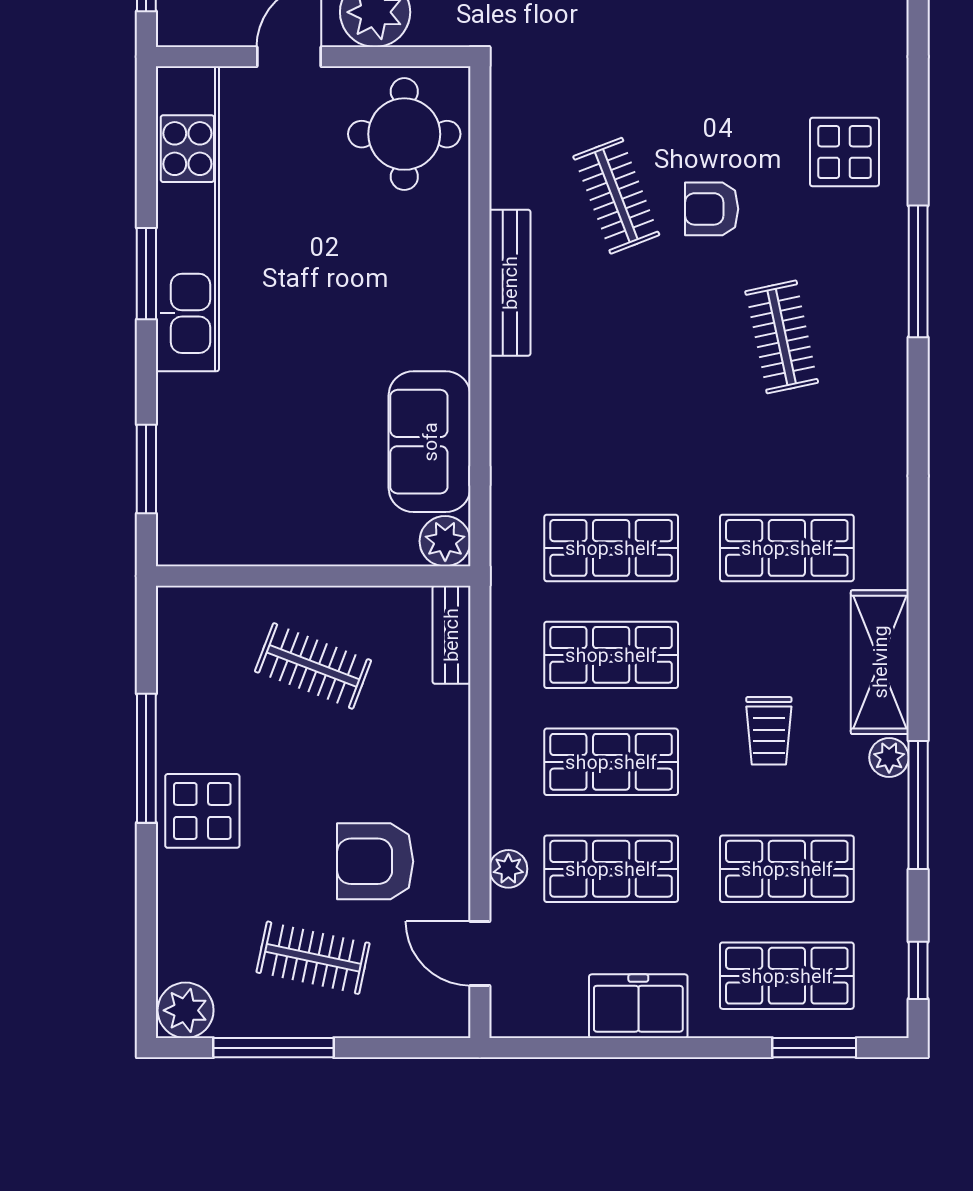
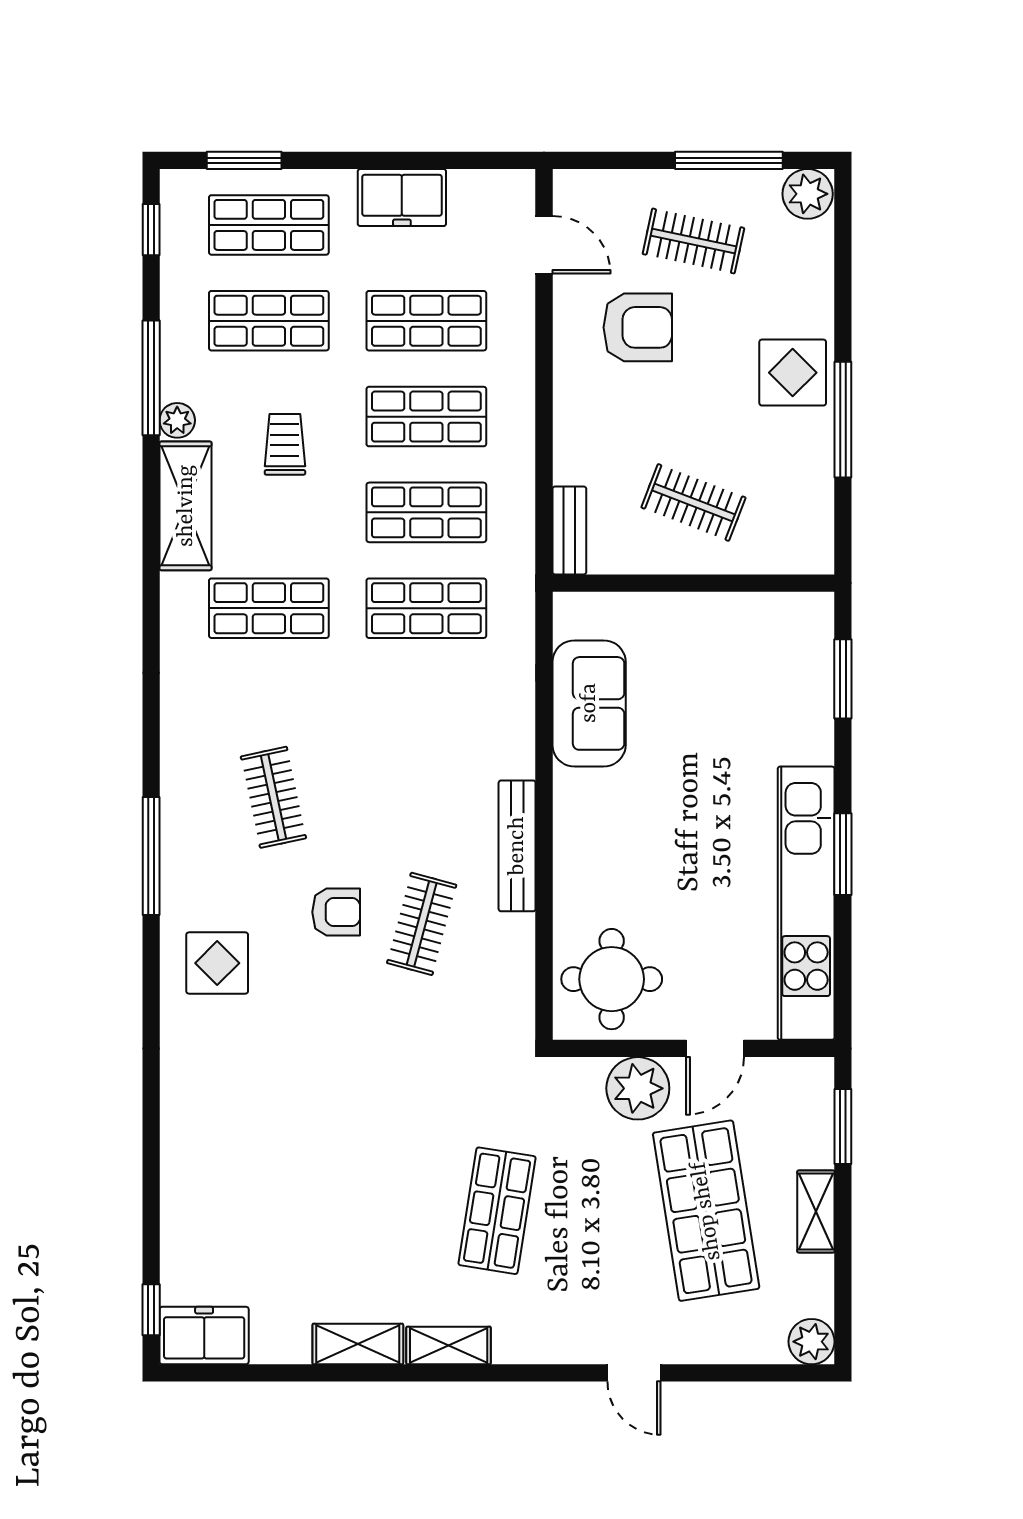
clothes rail: (616, 196) -> (422, 924), turned 36
plant: (445, 541) -> (575, 614), removed
plant: (508, 869) -> (518, 321), removed

